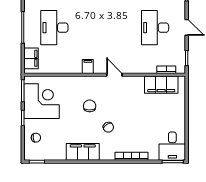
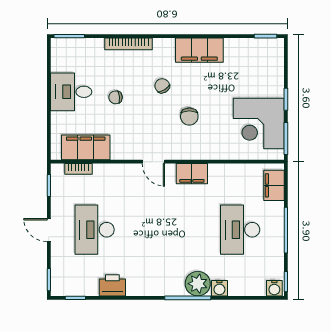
desk: (54, 28) -> (240, 230), turned 180
desk: (155, 28) -> (95, 230), turned 180
filing cabinet: (88, 66) -> (192, 174), width x2.00
chair: (36, 138) -> (116, 97), moved
desk: (172, 146) -> (71, 92), moved, turned -90

